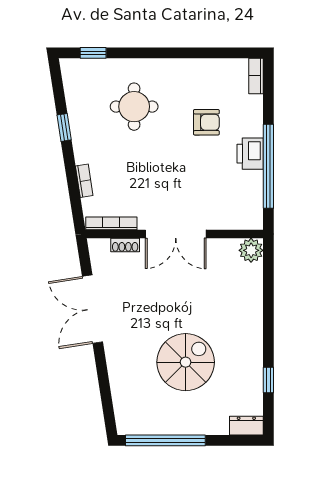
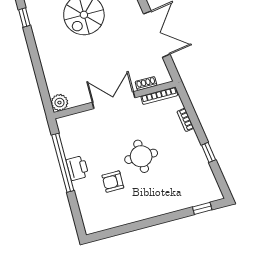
bookcase: (256, 76) -> (87, 222), removed
round table: (134, 107) -> (141, 156), moved

